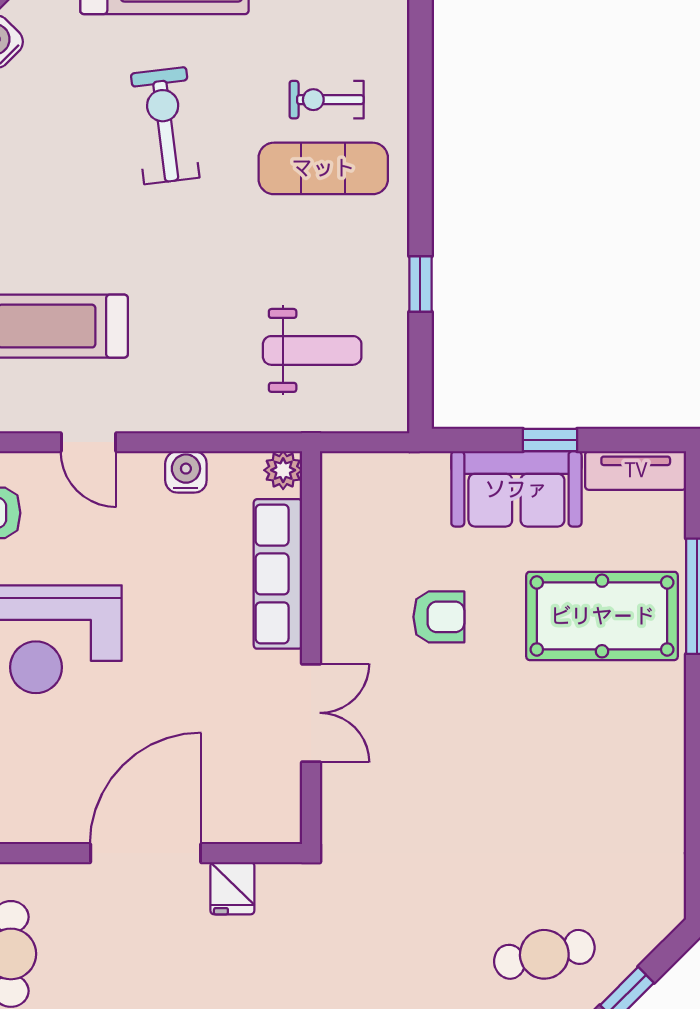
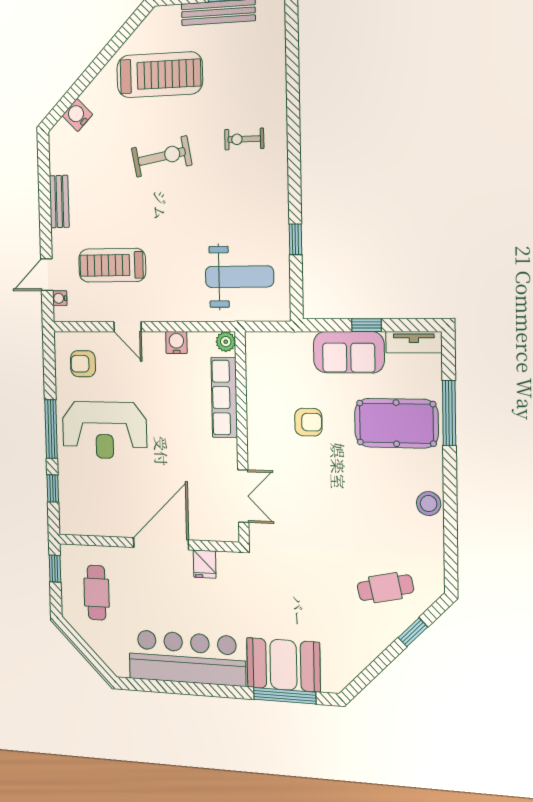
exercise bike: (165, 126) -> (162, 156), turned 87
exercise mat: (323, 168) -> (243, 177), removed
weight bench: (312, 350) -> (239, 277), width x1.36, depth x1.33
double door: (311, 713) -> (243, 496), moved
stool: (659, 759) -> (429, 504), added
cafe table: (544, 954) -> (385, 588), moved

